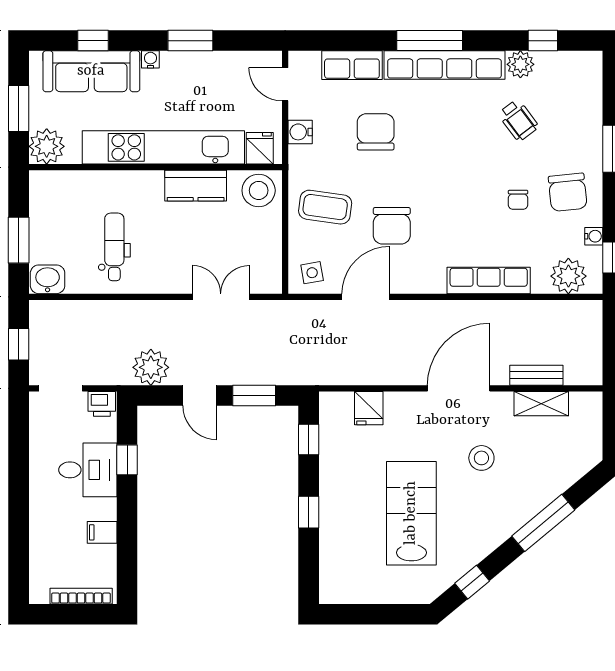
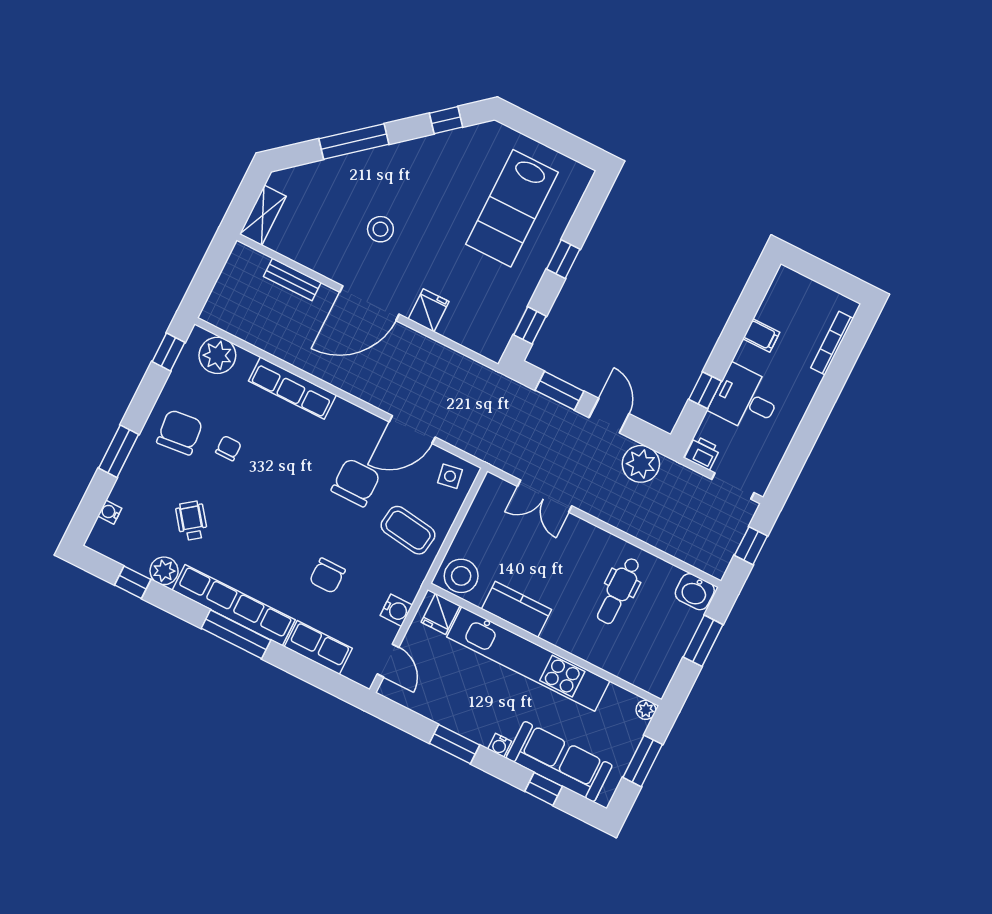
chair: (376, 132) -> (327, 576), width x0.73, depth x0.73
plant: (47, 146) -> (646, 710), width x0.53, depth x0.53
water cooler: (594, 236) -> (110, 512), moved
shelving: (541, 404) -> (263, 215), moved, turned 90
fridge: (369, 408) -> (429, 310), moved
lab bench: (411, 513) -> (512, 208), moved
bookcase: (81, 596) -> (832, 343), moved, turned 90

